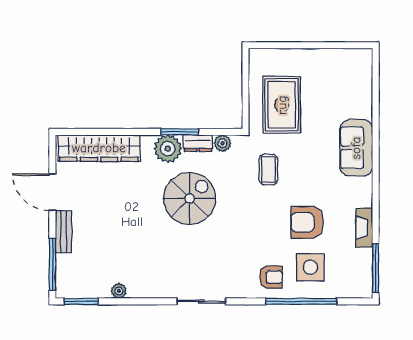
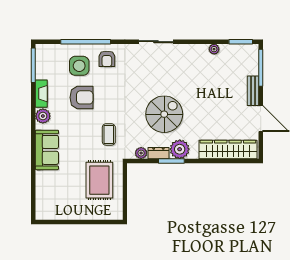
plant: (362, 196) -> (43, 116), added
spiral stairs: (190, 198) -> (164, 114), turned 180
armchair: (271, 277) -> (107, 59), turned -90

